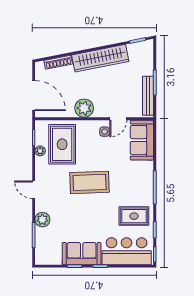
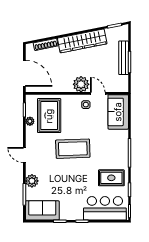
bench: (148, 96) -> (124, 58), moved
plant: (84, 108) -> (81, 84), moved
door: (118, 119) -> (98, 93), swing flipped
sofa: (82, 254) -> (42, 210), moved

